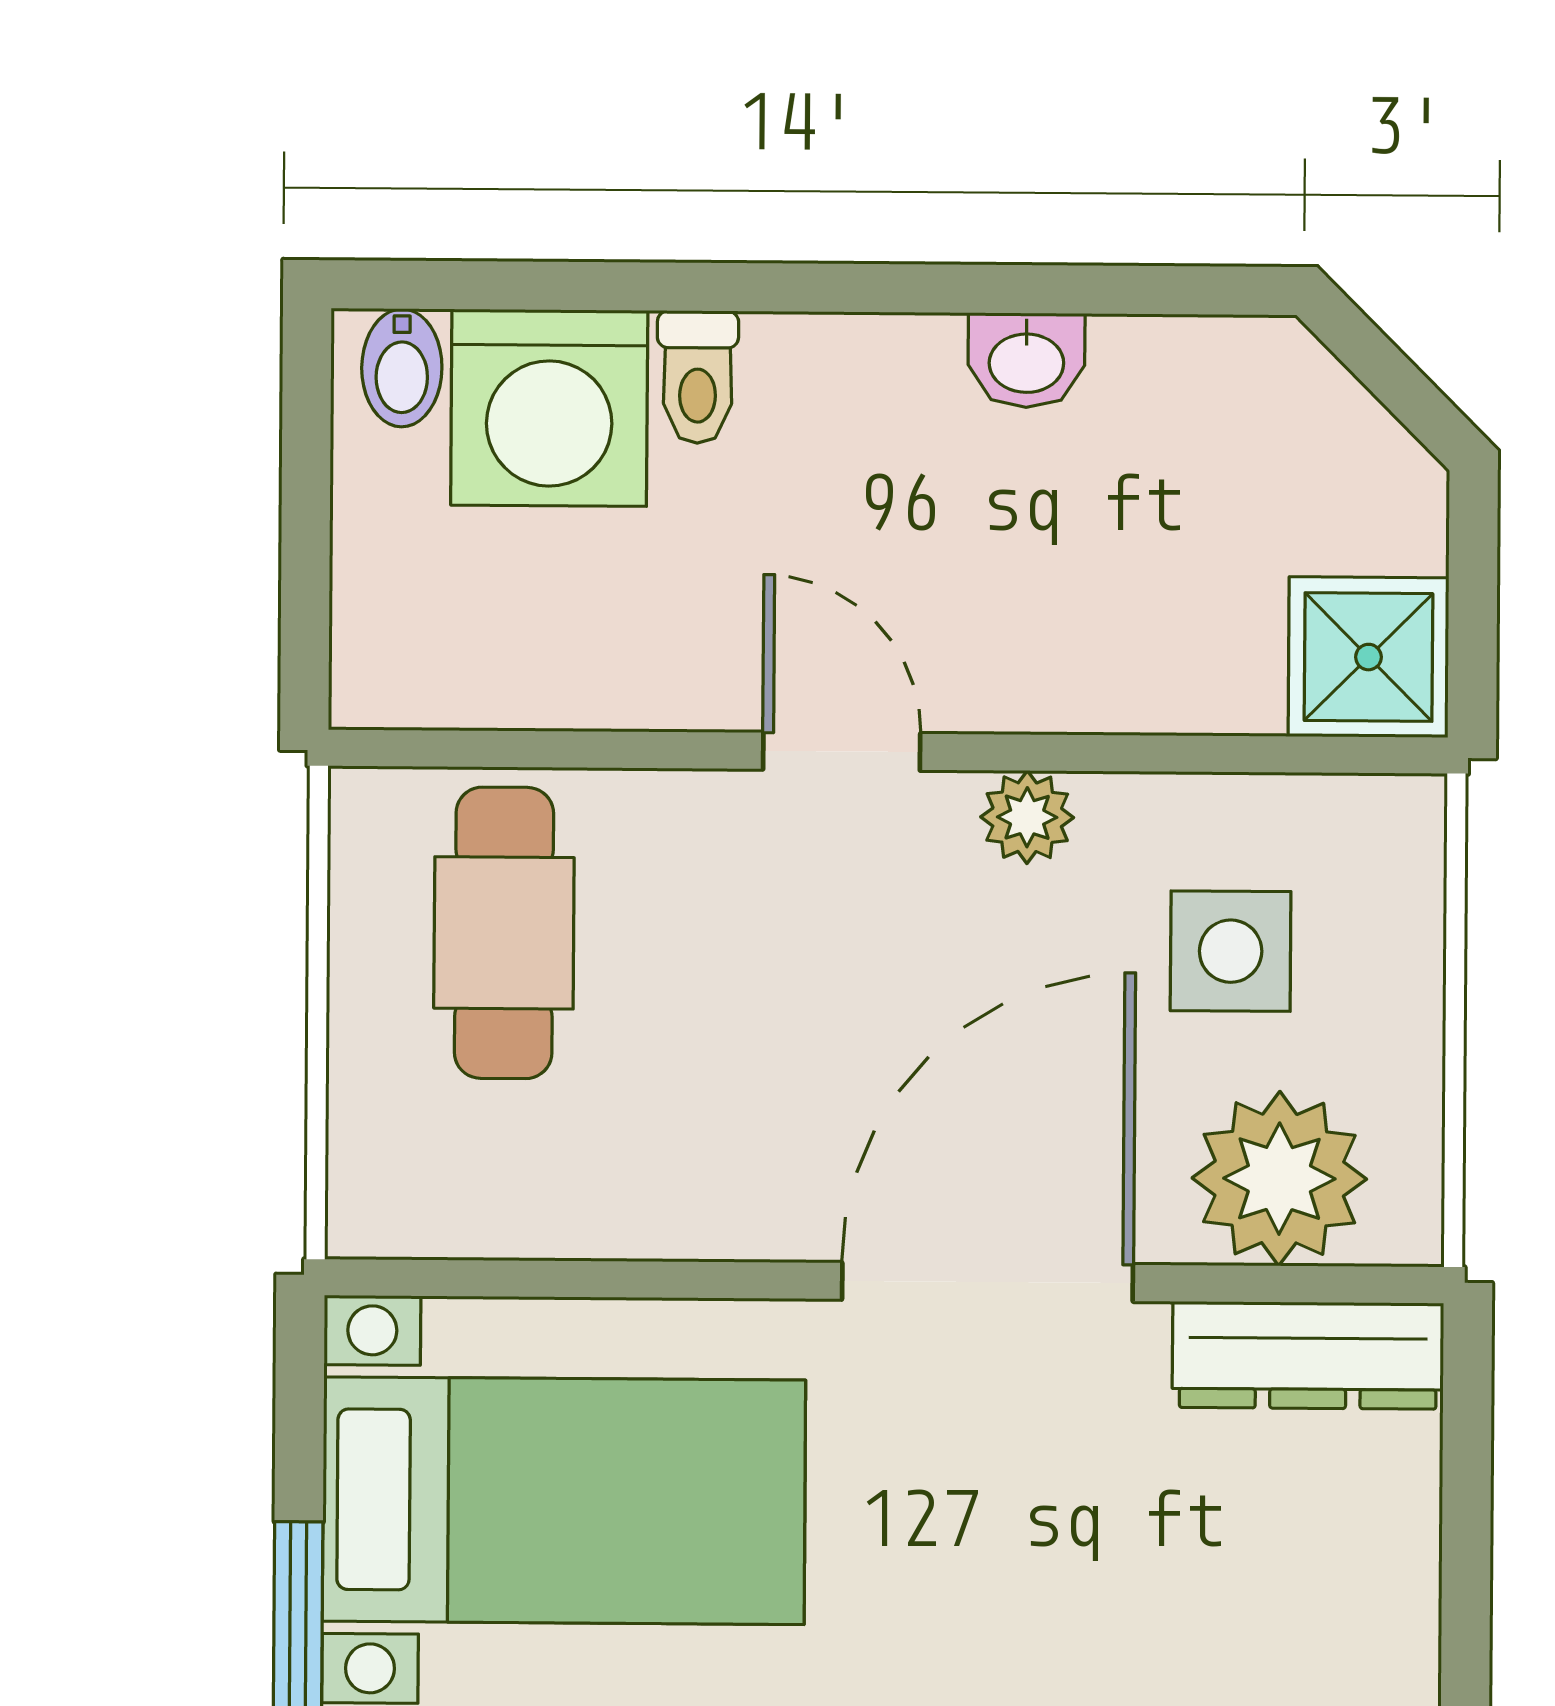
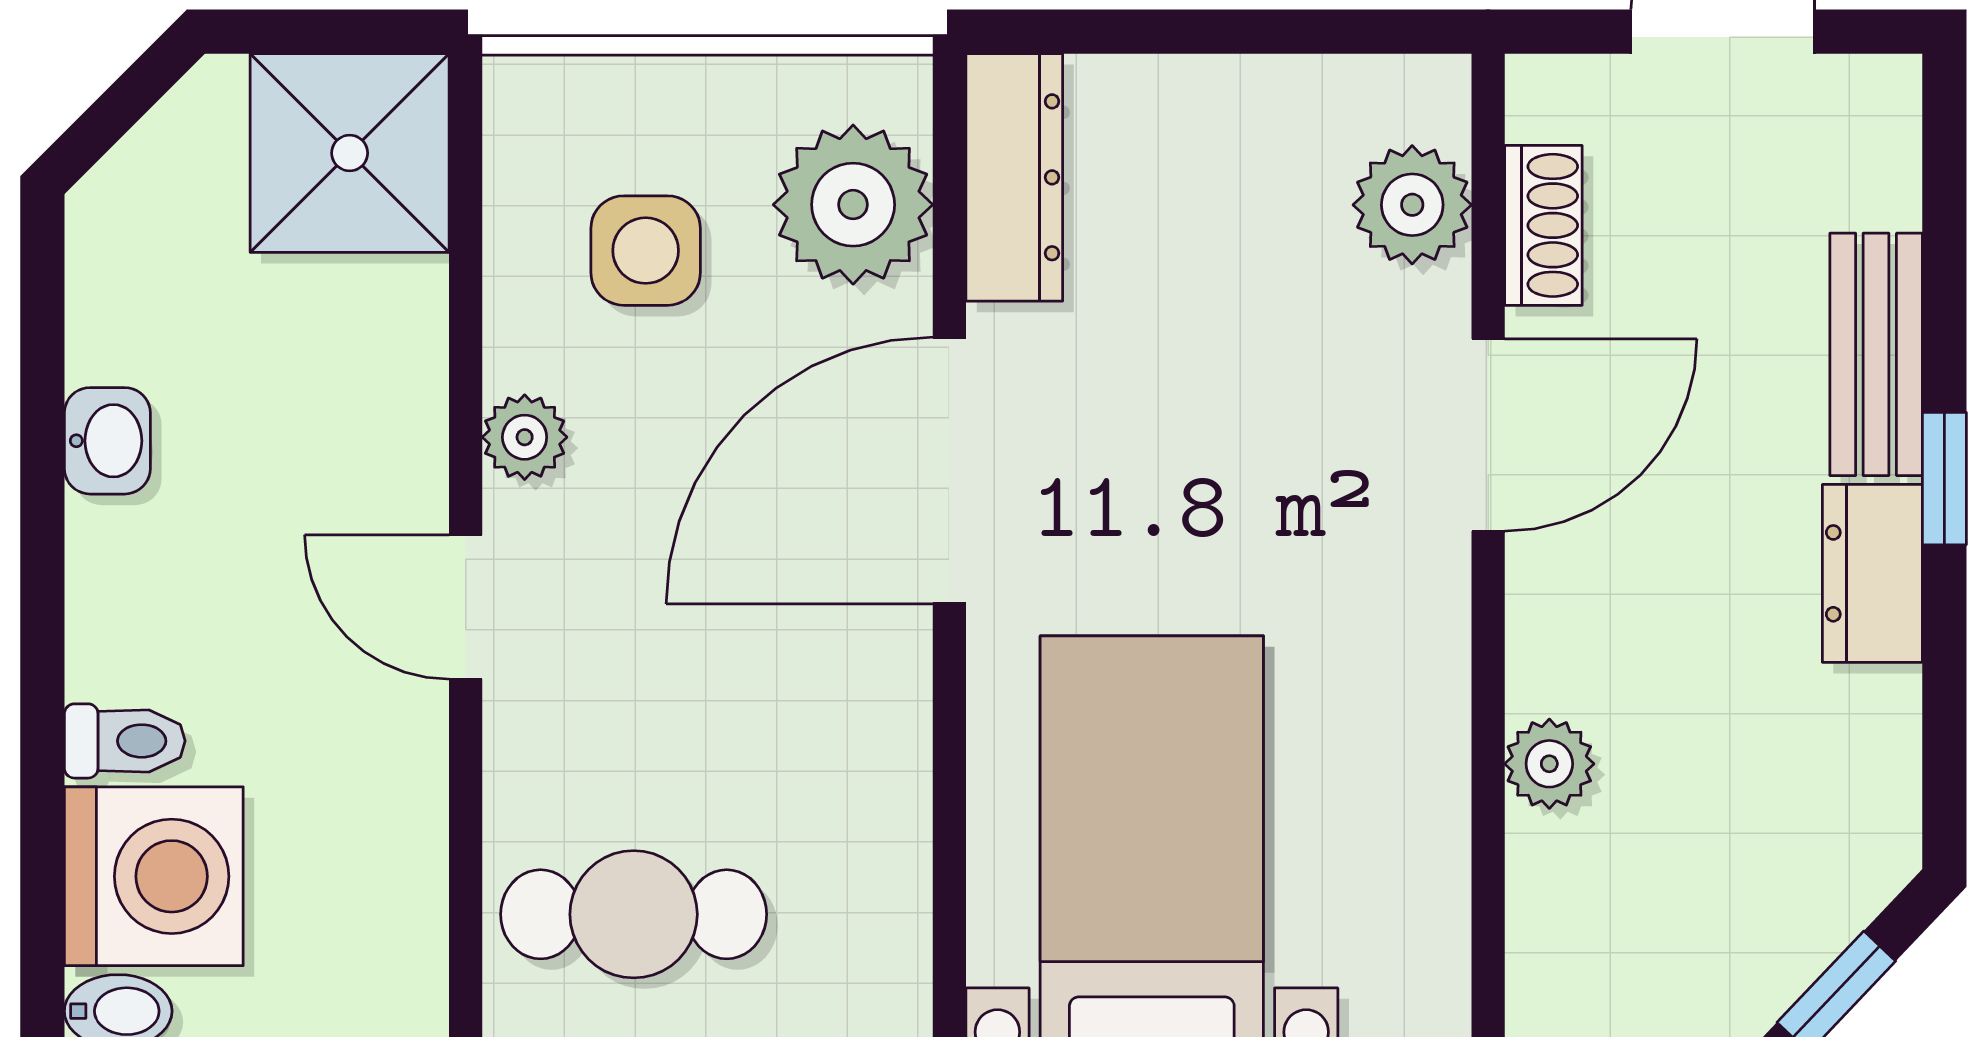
shower: (1368, 657) -> (350, 153), width x1.36, depth x1.36
door: (842, 751) -> (466, 607), hinge flipped
door: (987, 1282) -> (949, 470), hinge flipped

